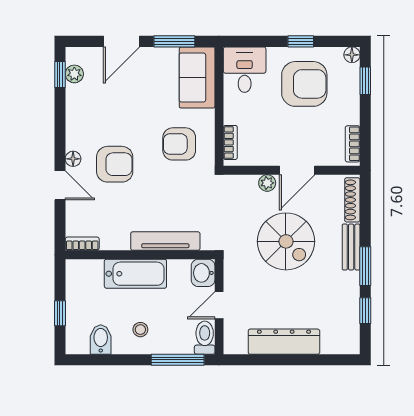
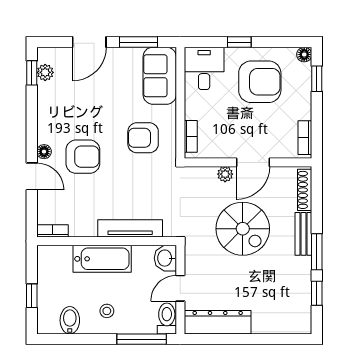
window: (301, 41) -> (239, 42), moved
dresser: (284, 342) -> (218, 322), moved

